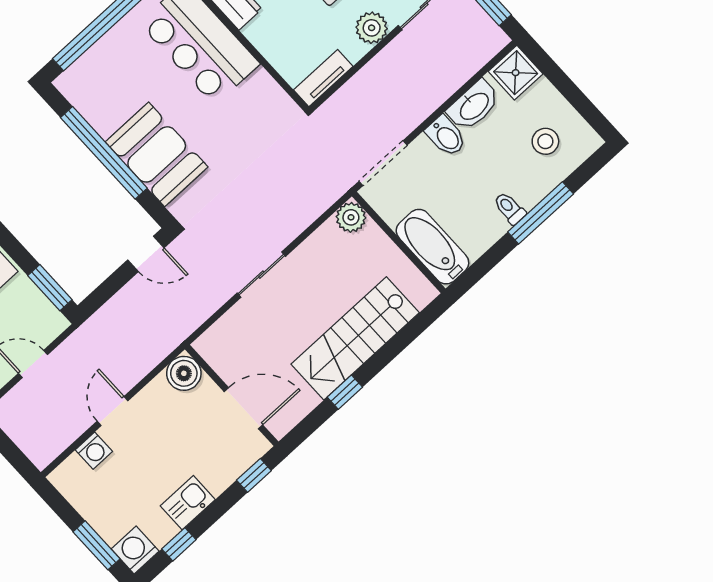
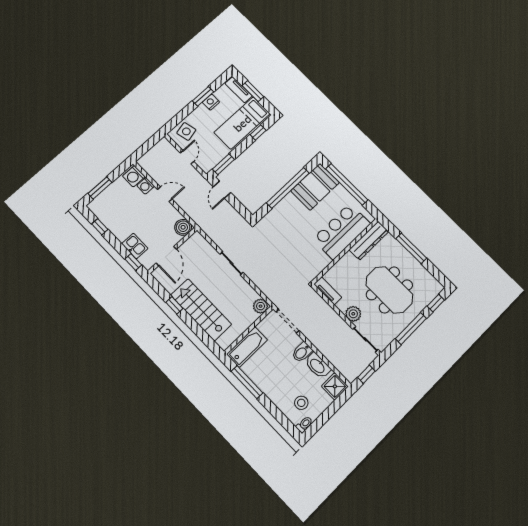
booth: (157, 154) -> (315, 187), moved
toilet: (510, 208) -> (304, 424), moved
window: (541, 213) -> (247, 382), moved
door: (146, 254) -> (222, 190), moved
kitchen sink: (188, 503) -> (135, 246), moved
washing machine: (135, 550) -> (134, 176), moved, turned 180

